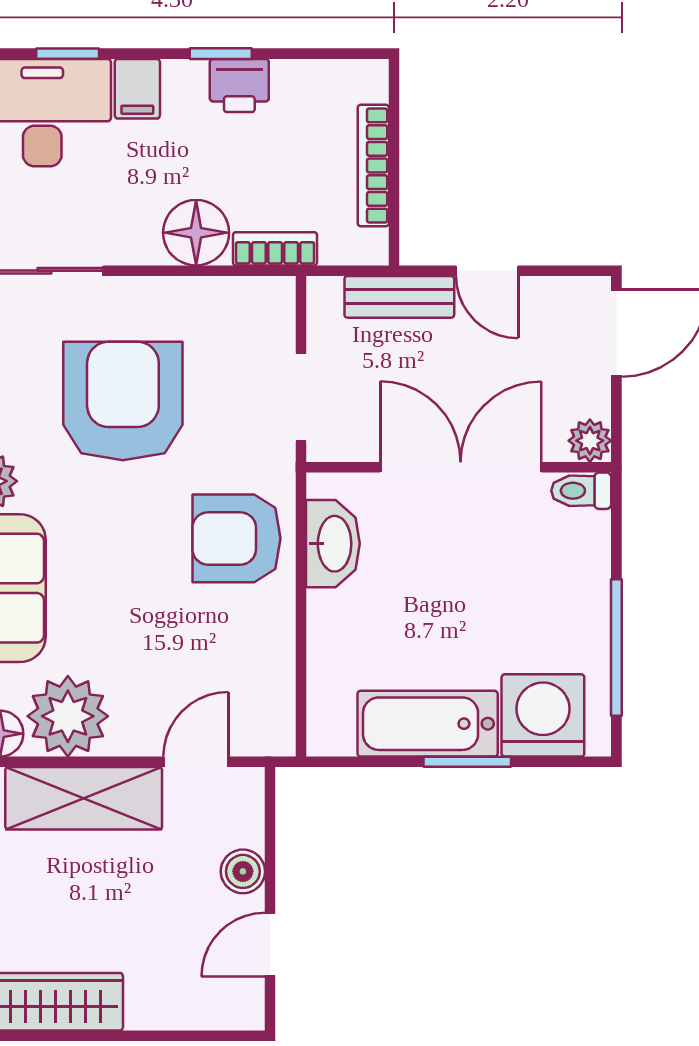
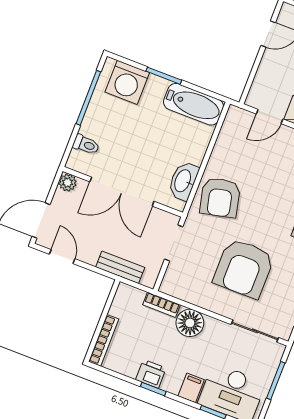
bookcase: (373, 166) -> (104, 340), moved
door: (487, 271) -> (62, 257), moved
toilet: (581, 491) -> (86, 145), moved
armchair: (236, 538) -> (220, 198), turned 77
bathtub: (428, 724) -> (194, 104), moved
boiler: (243, 871) -> (268, 67), removed

